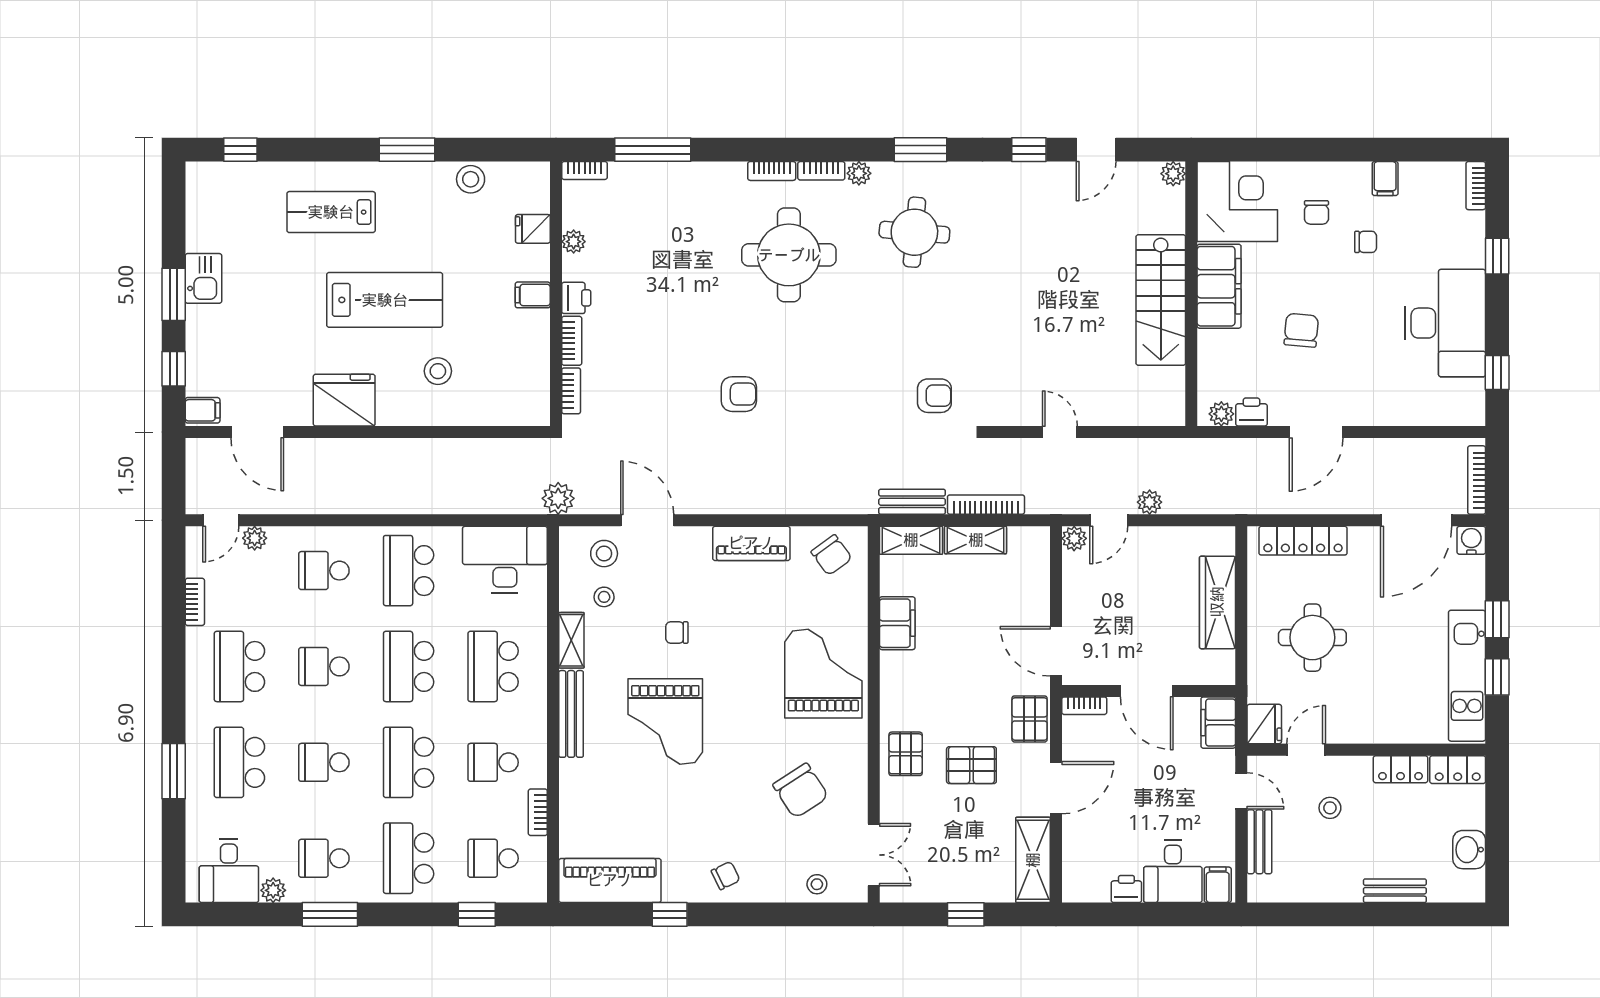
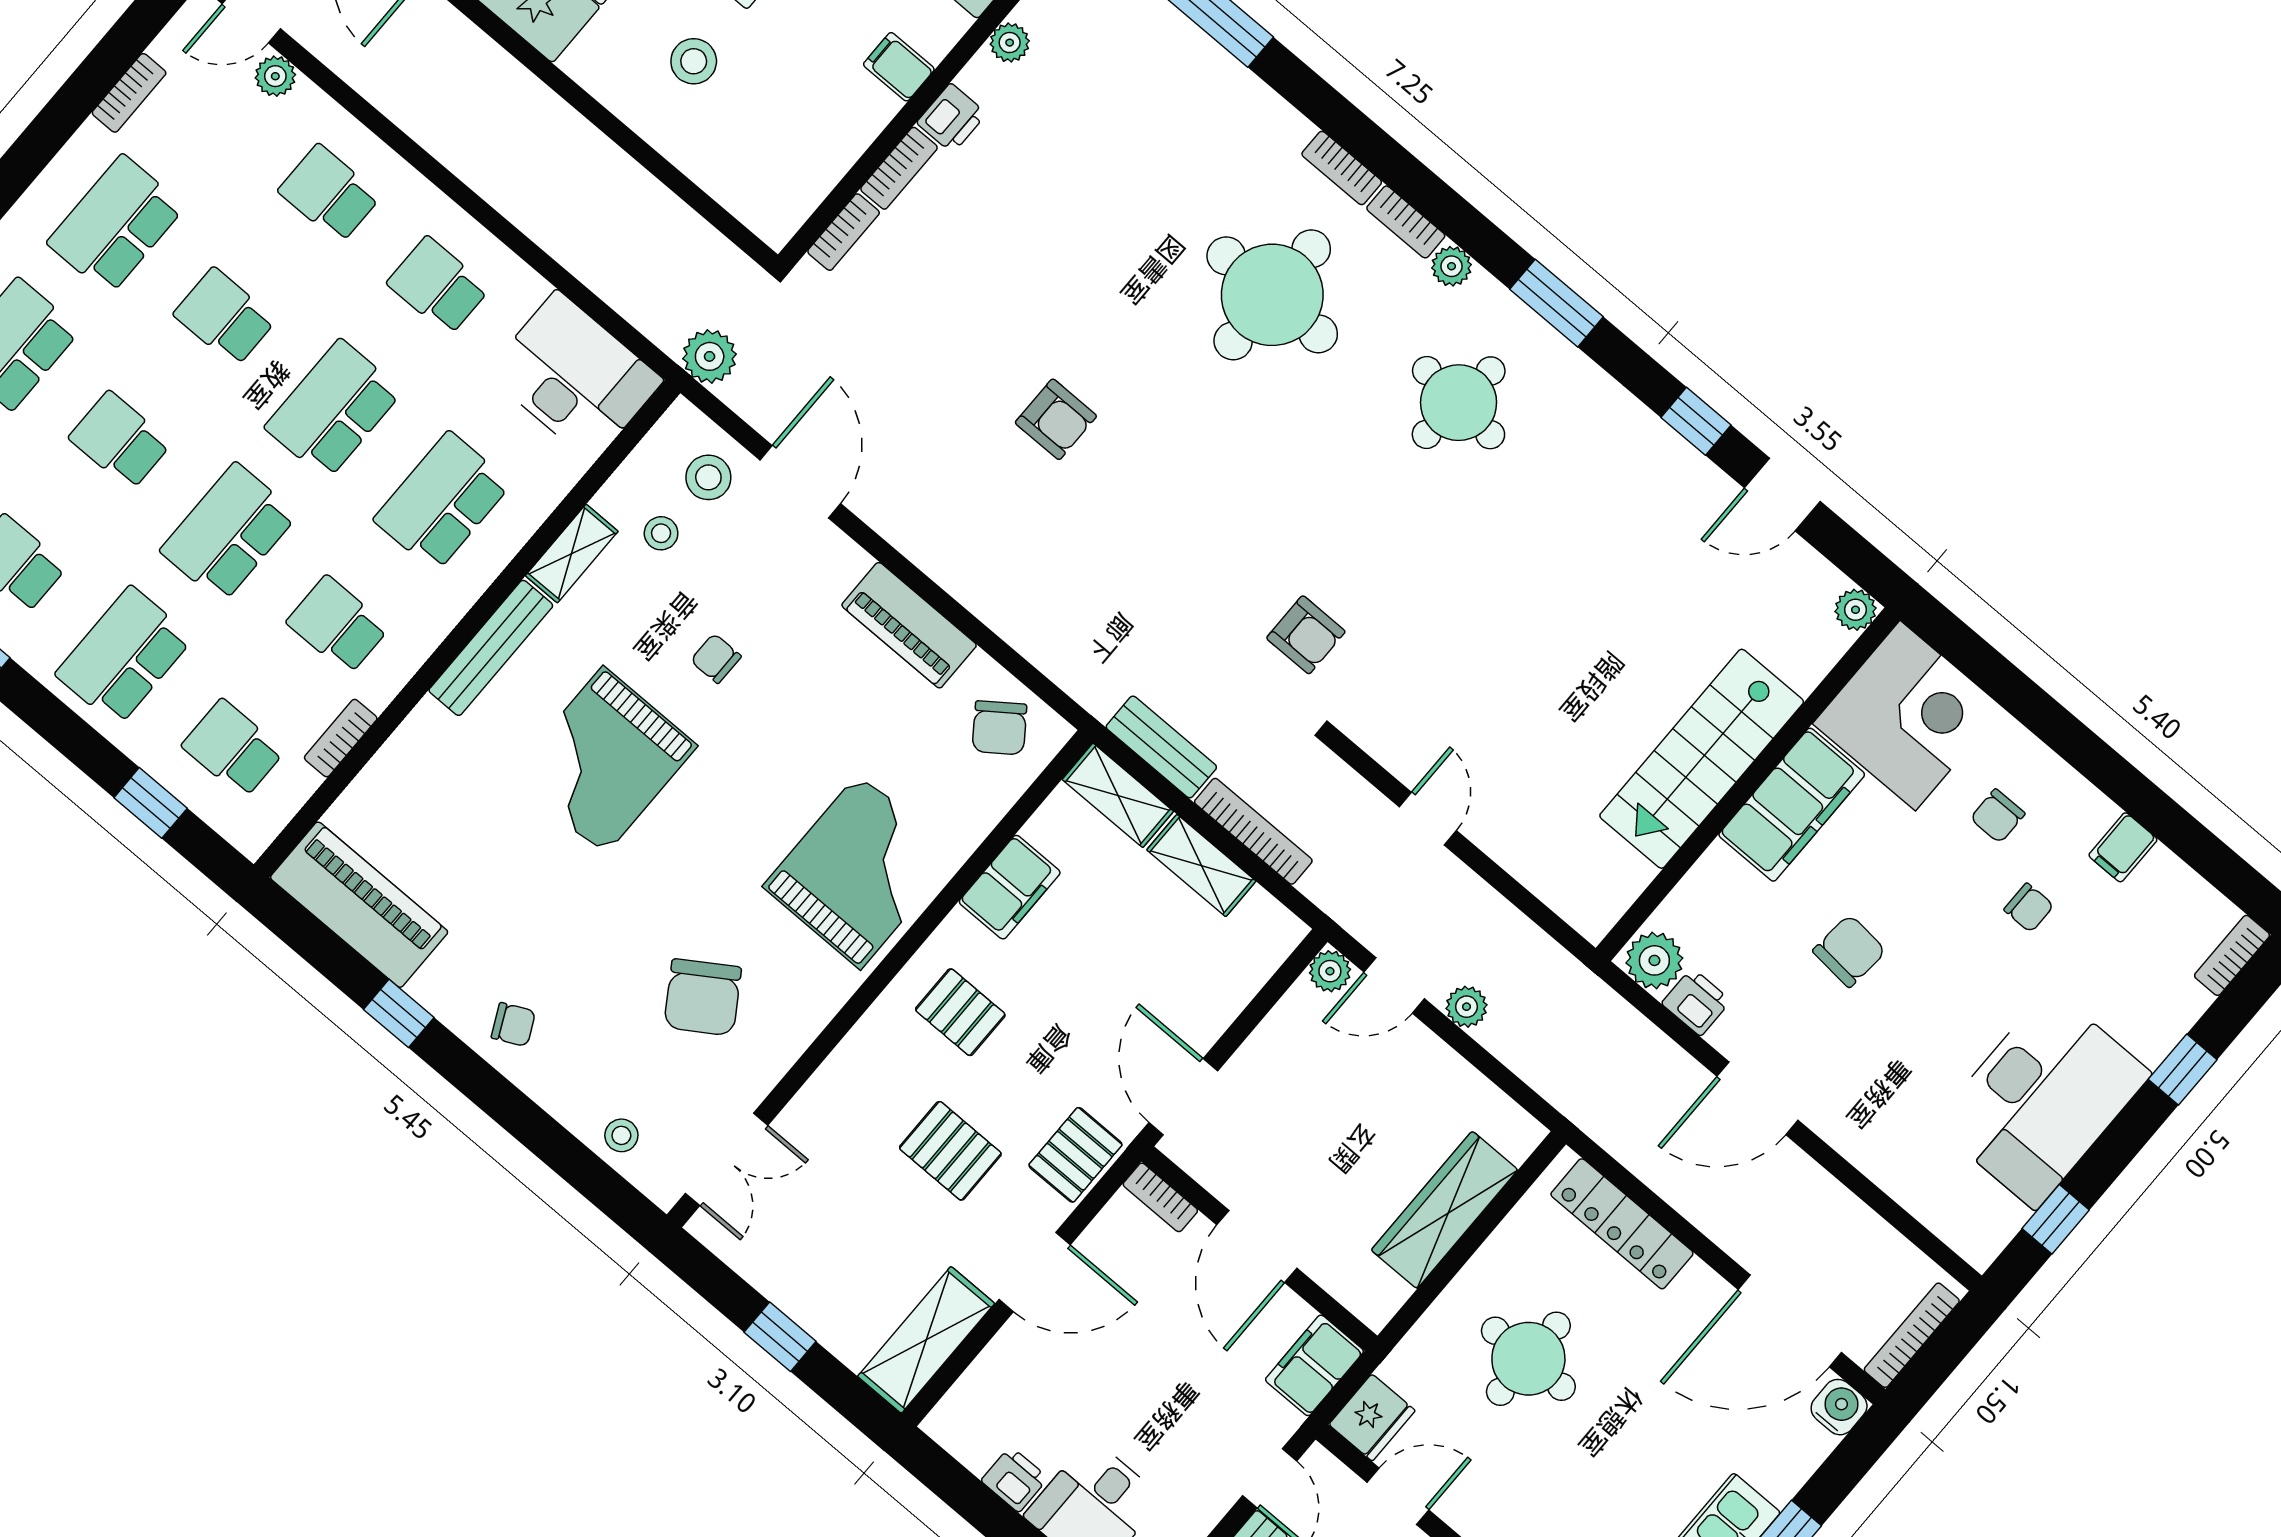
plant: (1221, 414) -> (1654, 960), width x1.38, depth x1.38
school desk: (409, 571) -> (438, 286), width x0.54
pallet: (906, 754) -> (960, 1012), moved, turned 90

